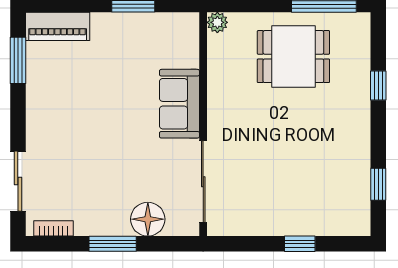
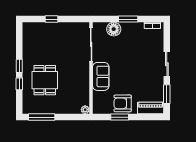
armchair: (126, 38) -> (123, 103), added
dining table: (293, 57) -> (45, 80), moved, turned 90
sliding door: (18, 181) -> (167, 64), moved
window: (378, 184) -> (19, 66), moved

